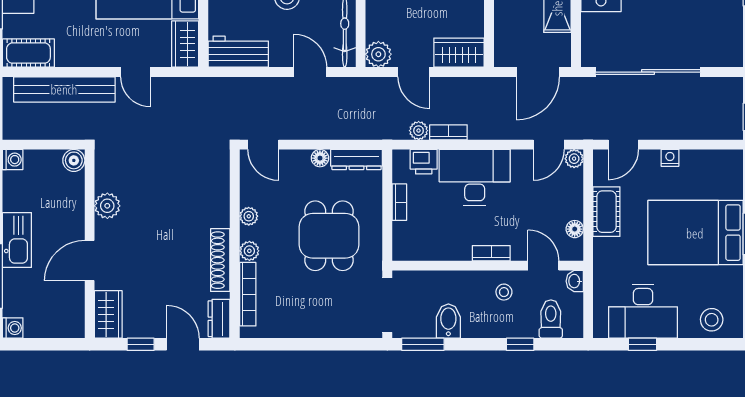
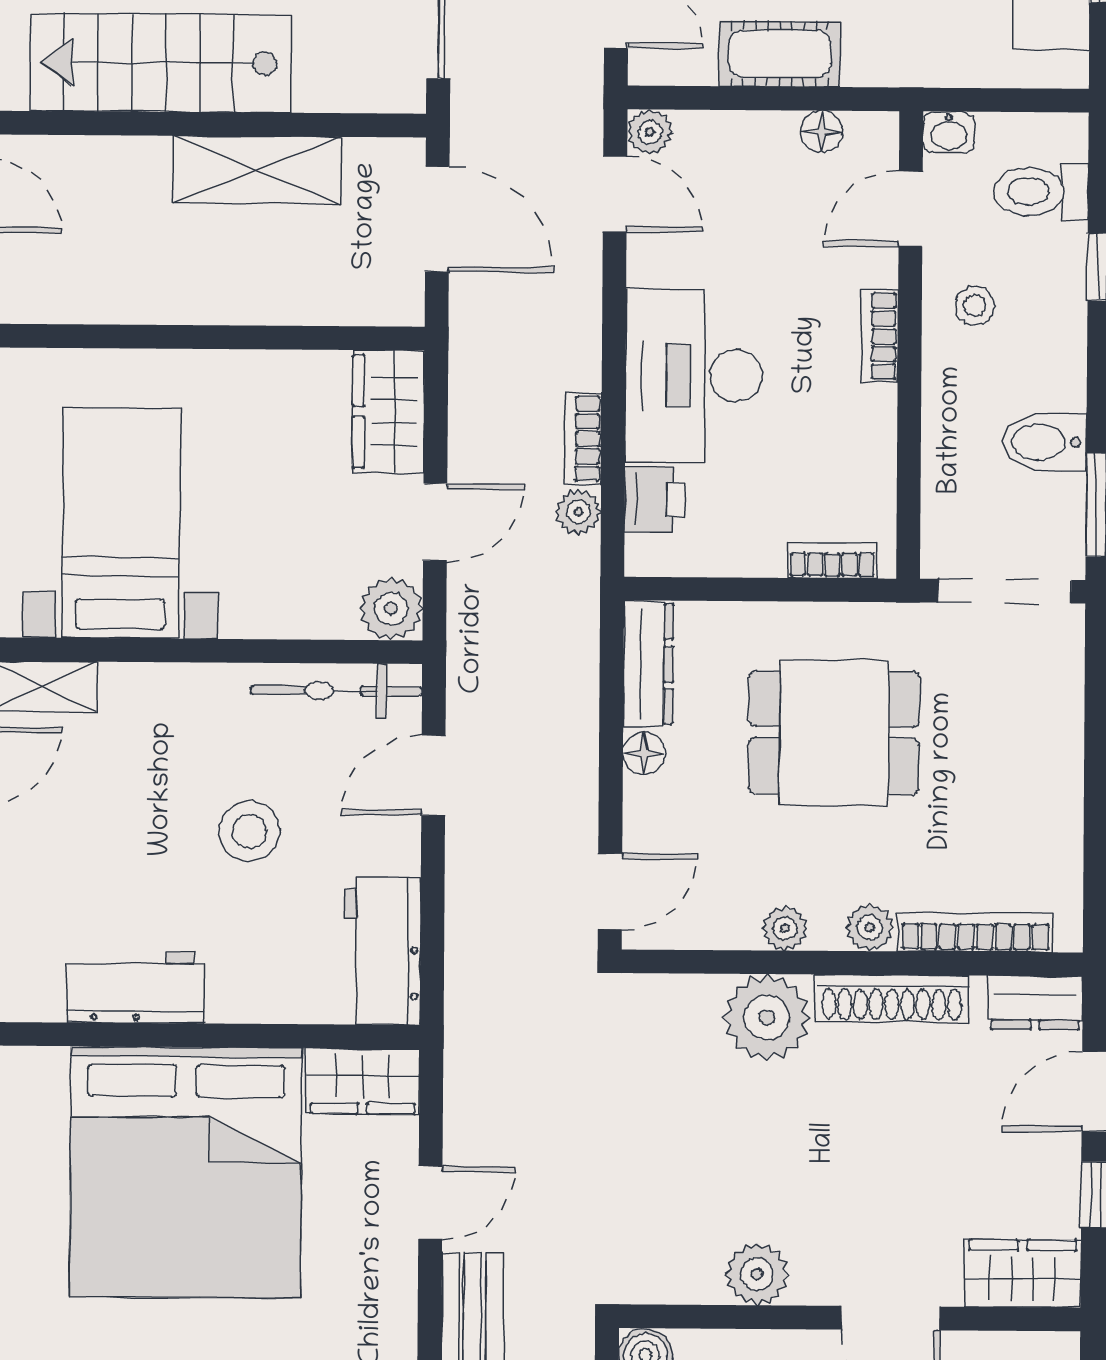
bookcase: (399, 202) -> (832, 560), moved
plant: (212, 209) -> (767, 1017), added

